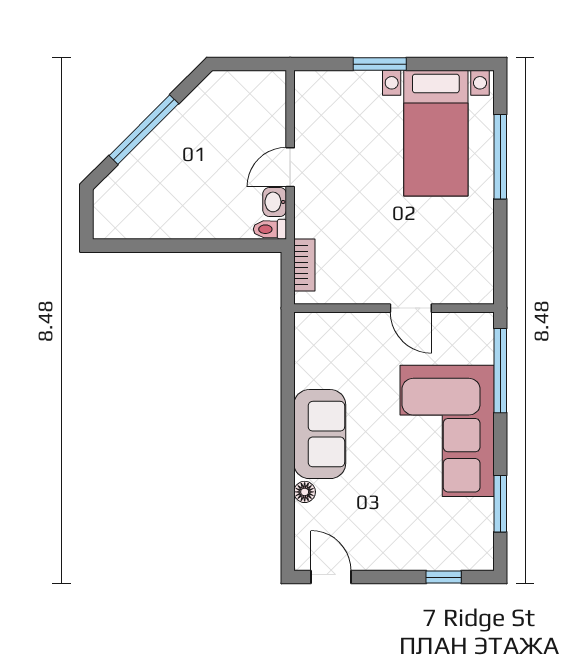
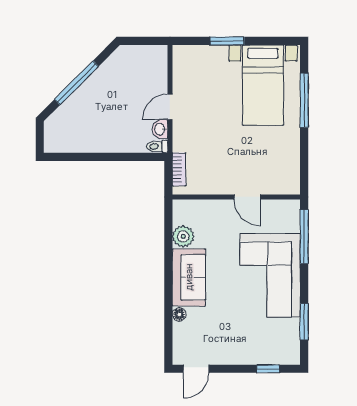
plant: (311, 370) -> (183, 236), added
door: (331, 577) -> (196, 369), swing flipped

